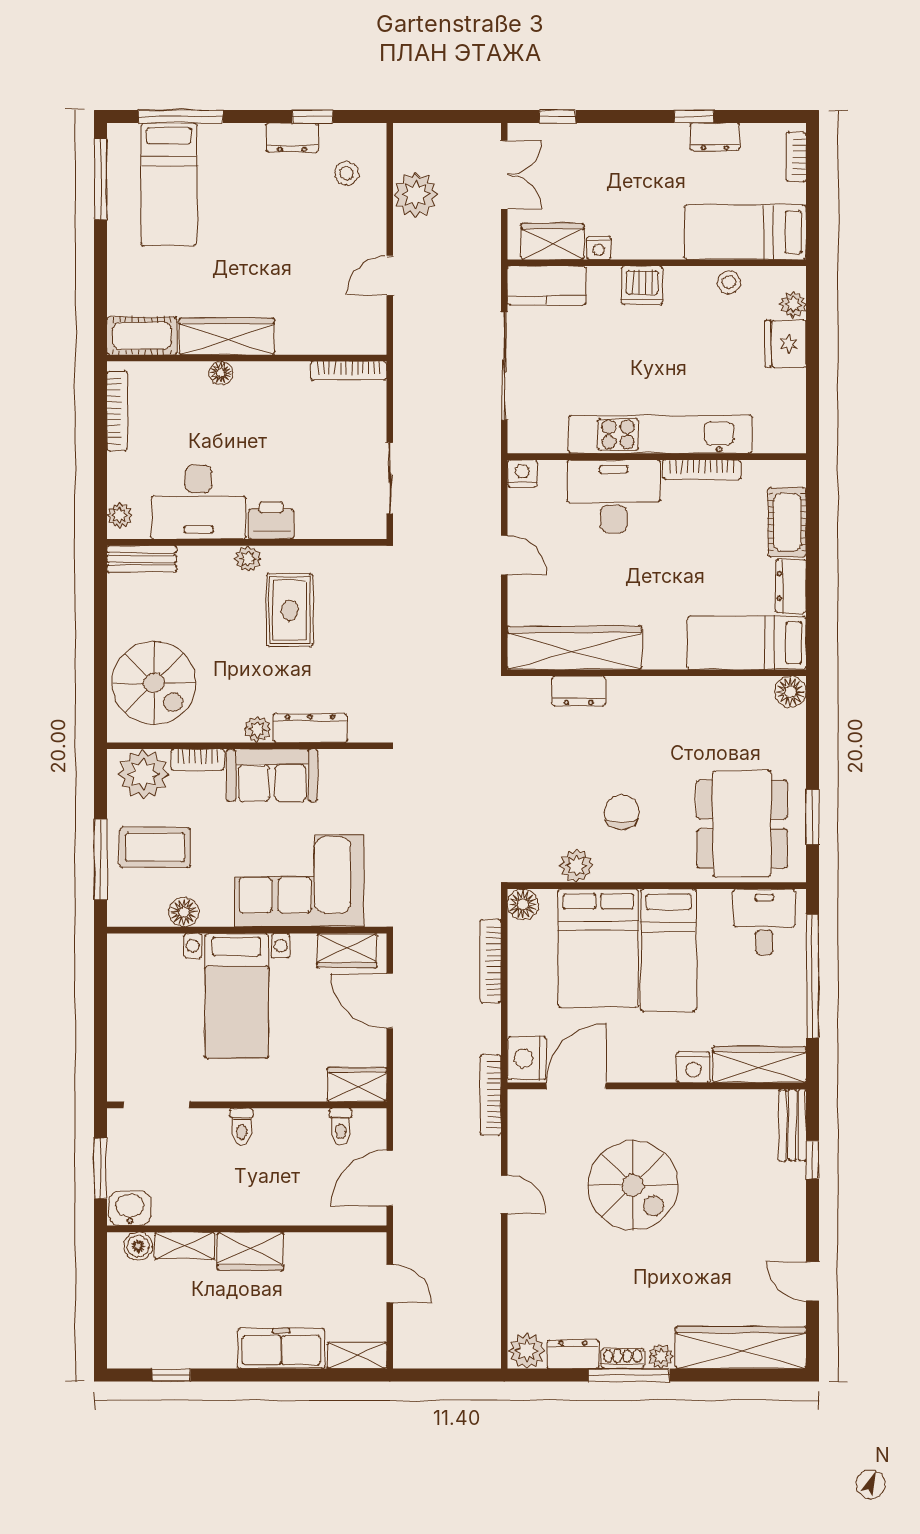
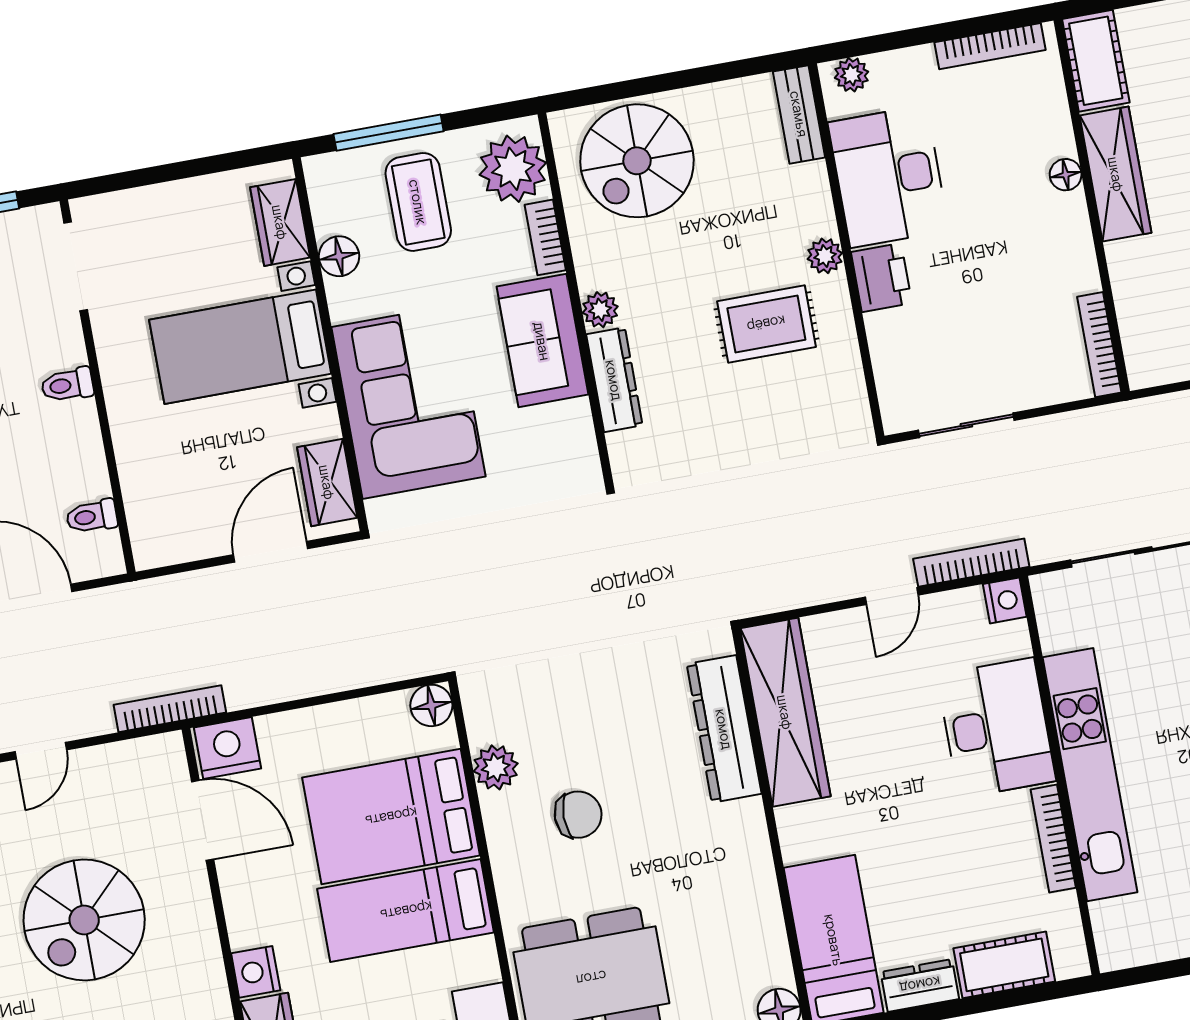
dresser: (579, 691) -> (724, 729), width x1.96, depth x1.24
bookcase: (490, 961) -> (971, 563), moved
wardrobe: (357, 1085) -> (280, 222), moved, turned 180

